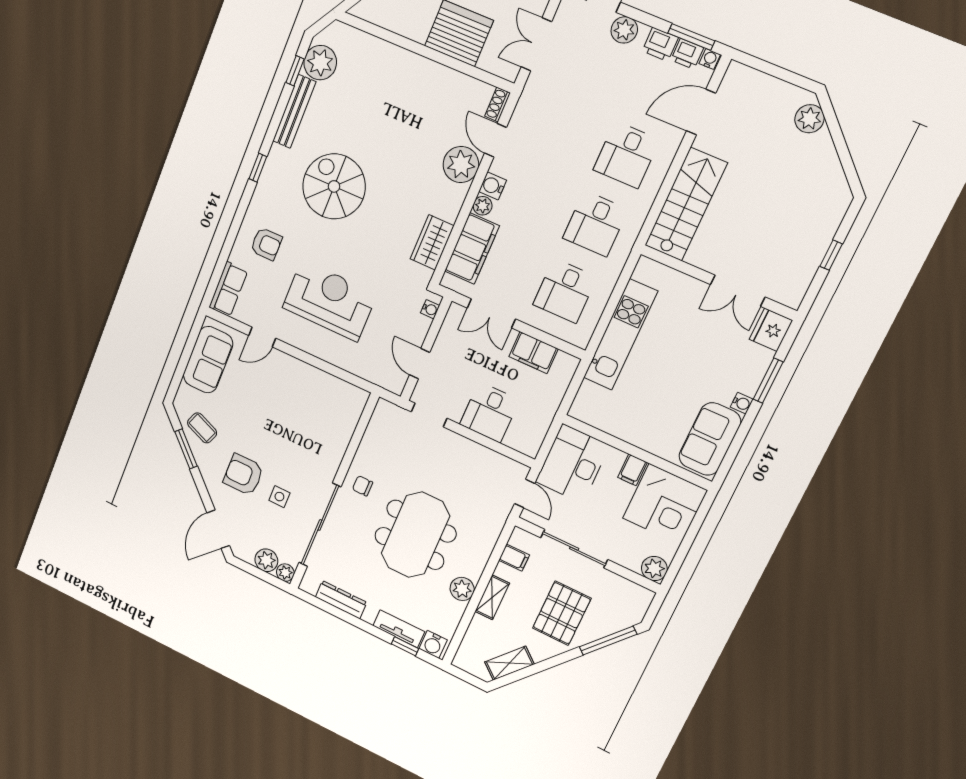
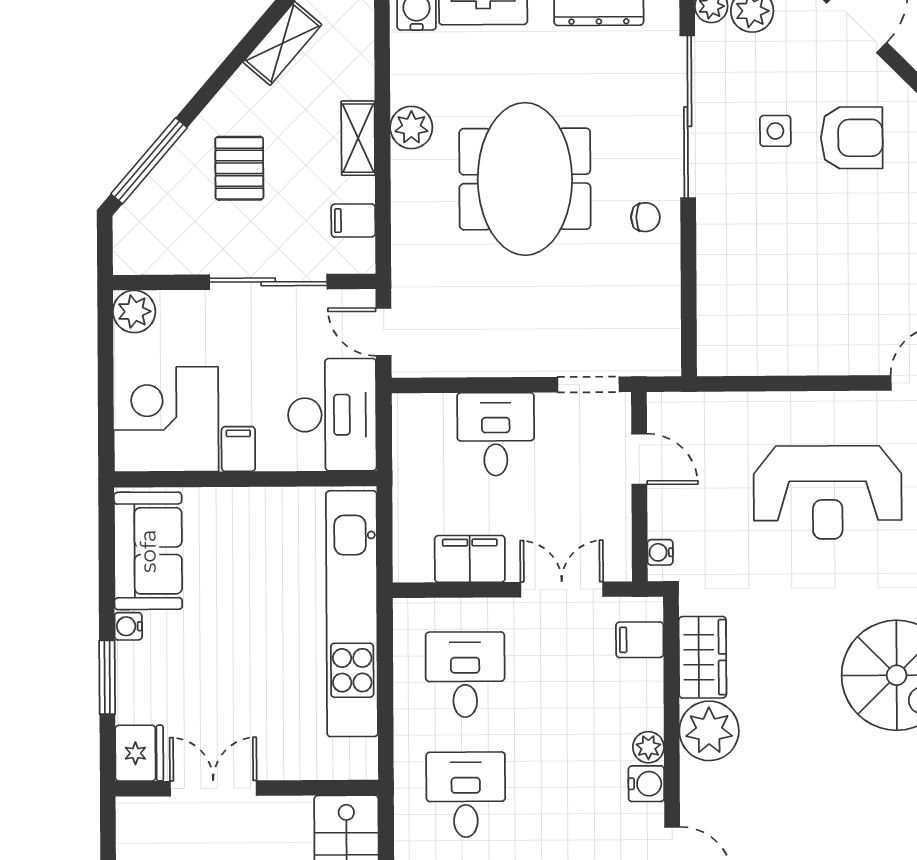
plant: (461, 165) -> (709, 731), moved
filing cabinet: (472, 249) -> (640, 640), width x0.33, depth x0.86
kitchen unit: (620, 335) -> (352, 614), width x1.36
pallet: (562, 613) -> (239, 168), width x0.67, depth x0.71

